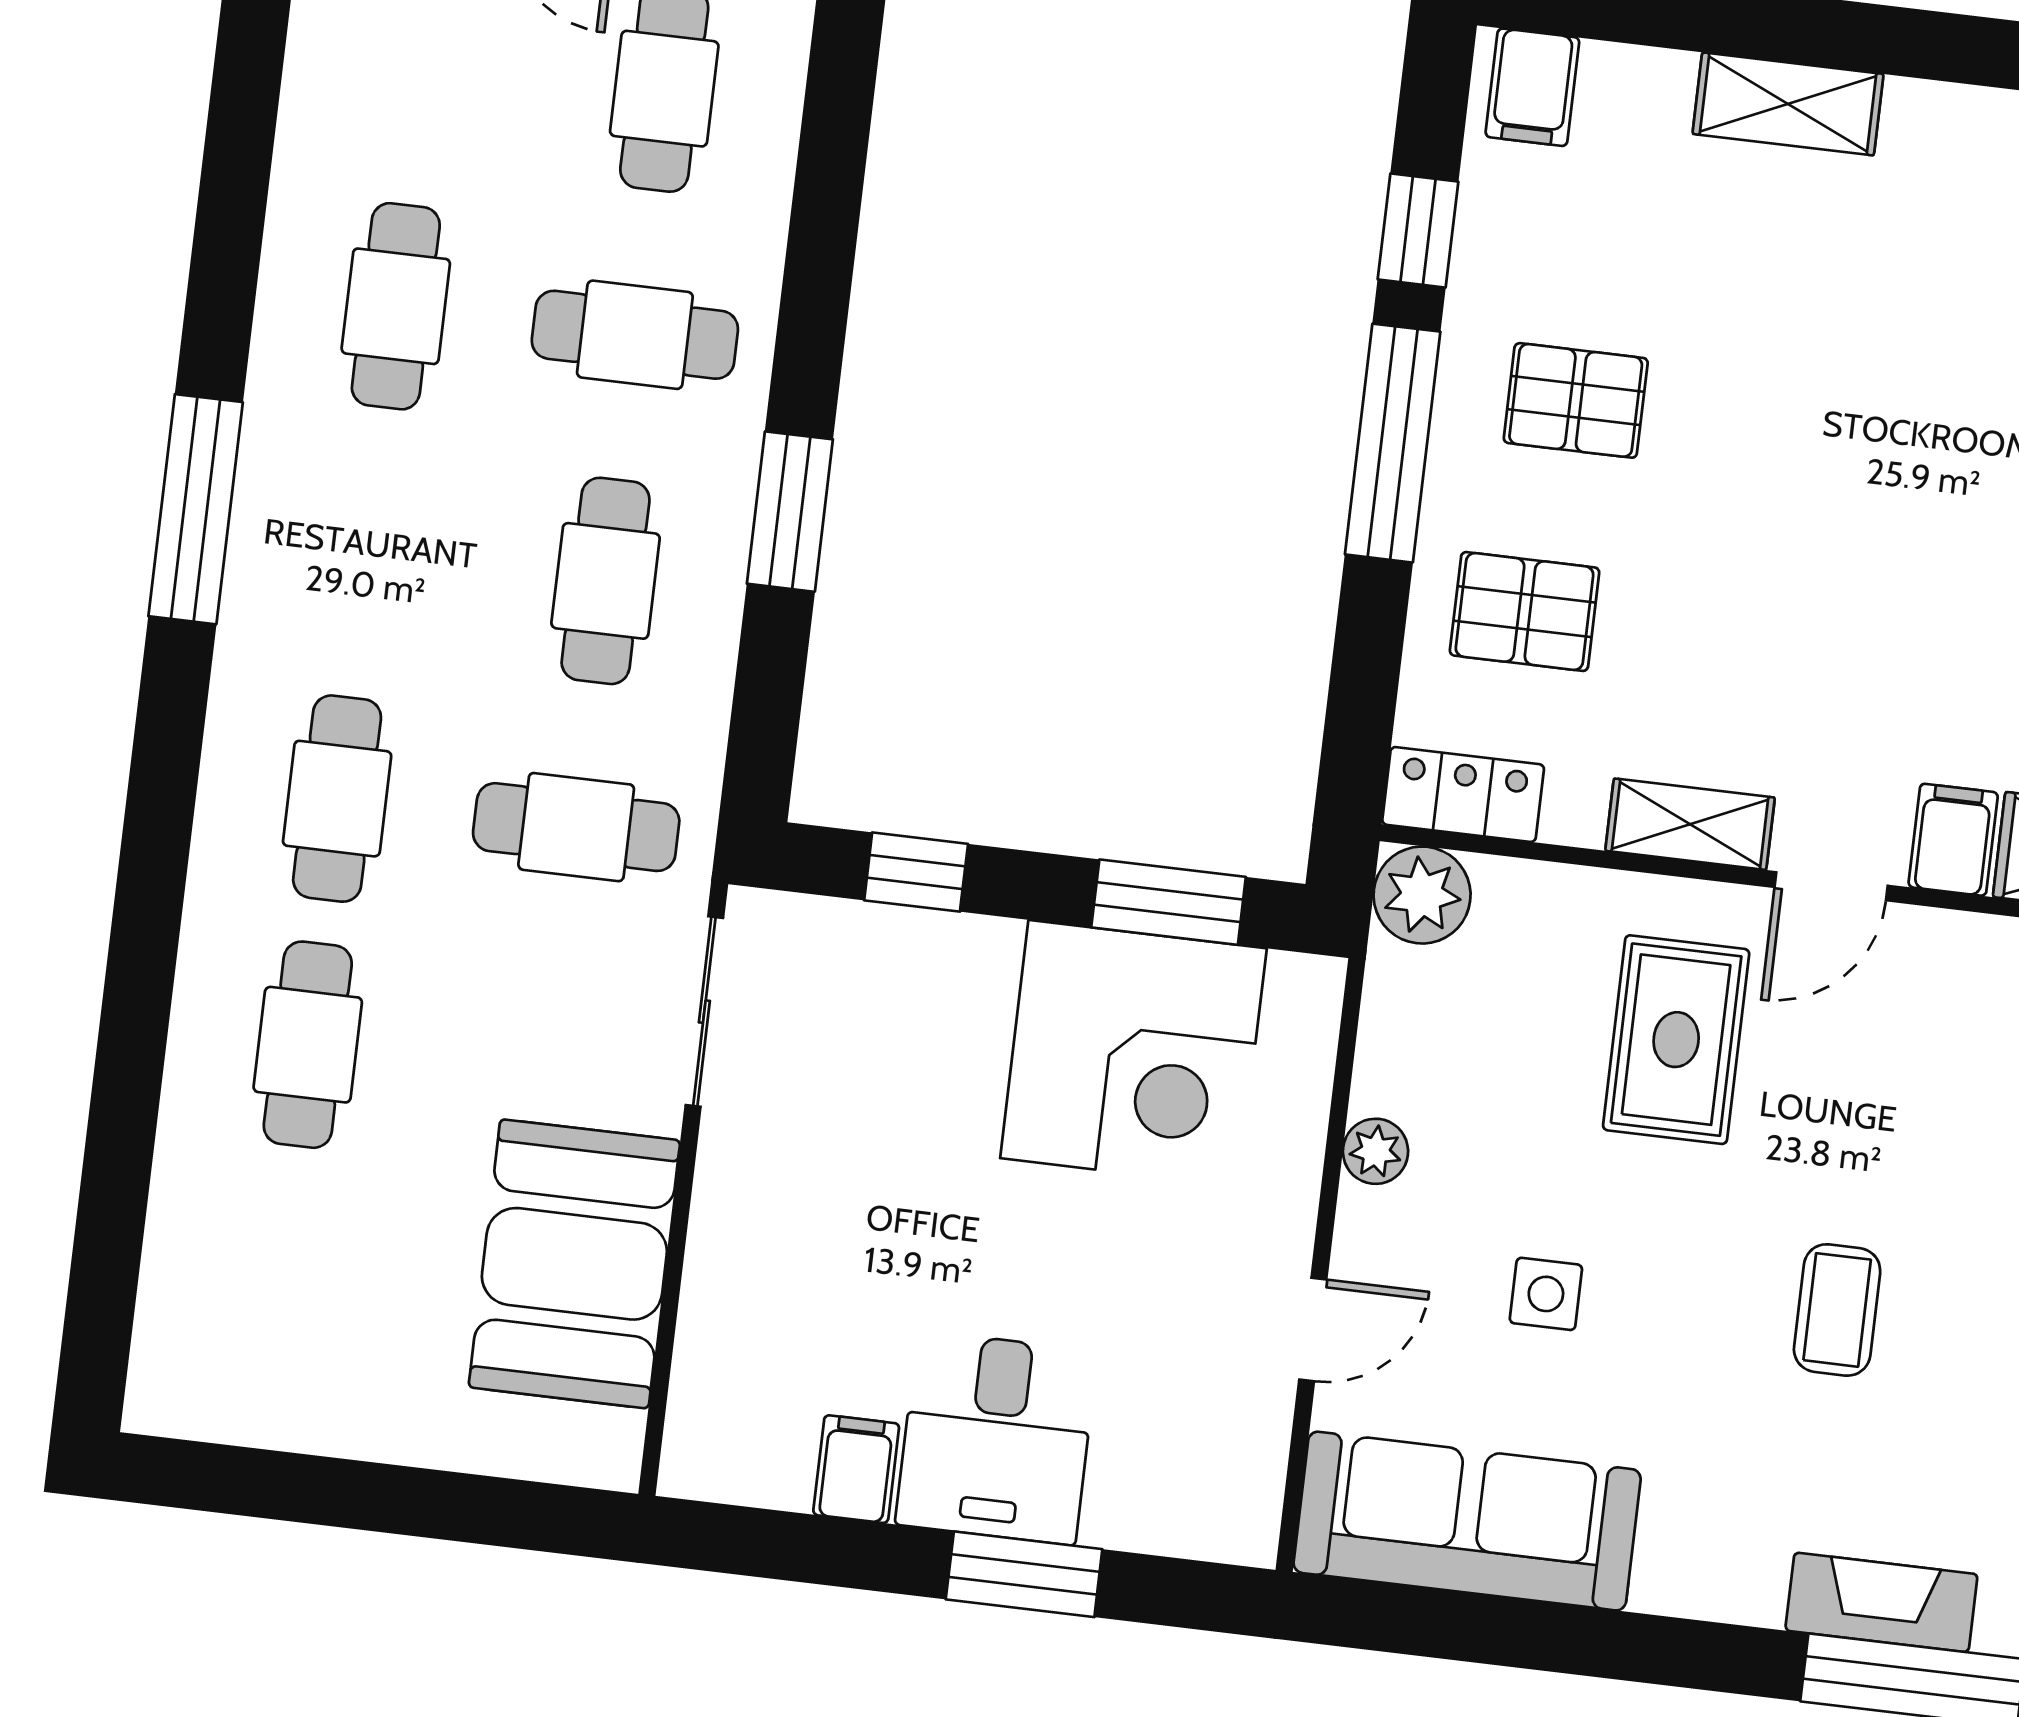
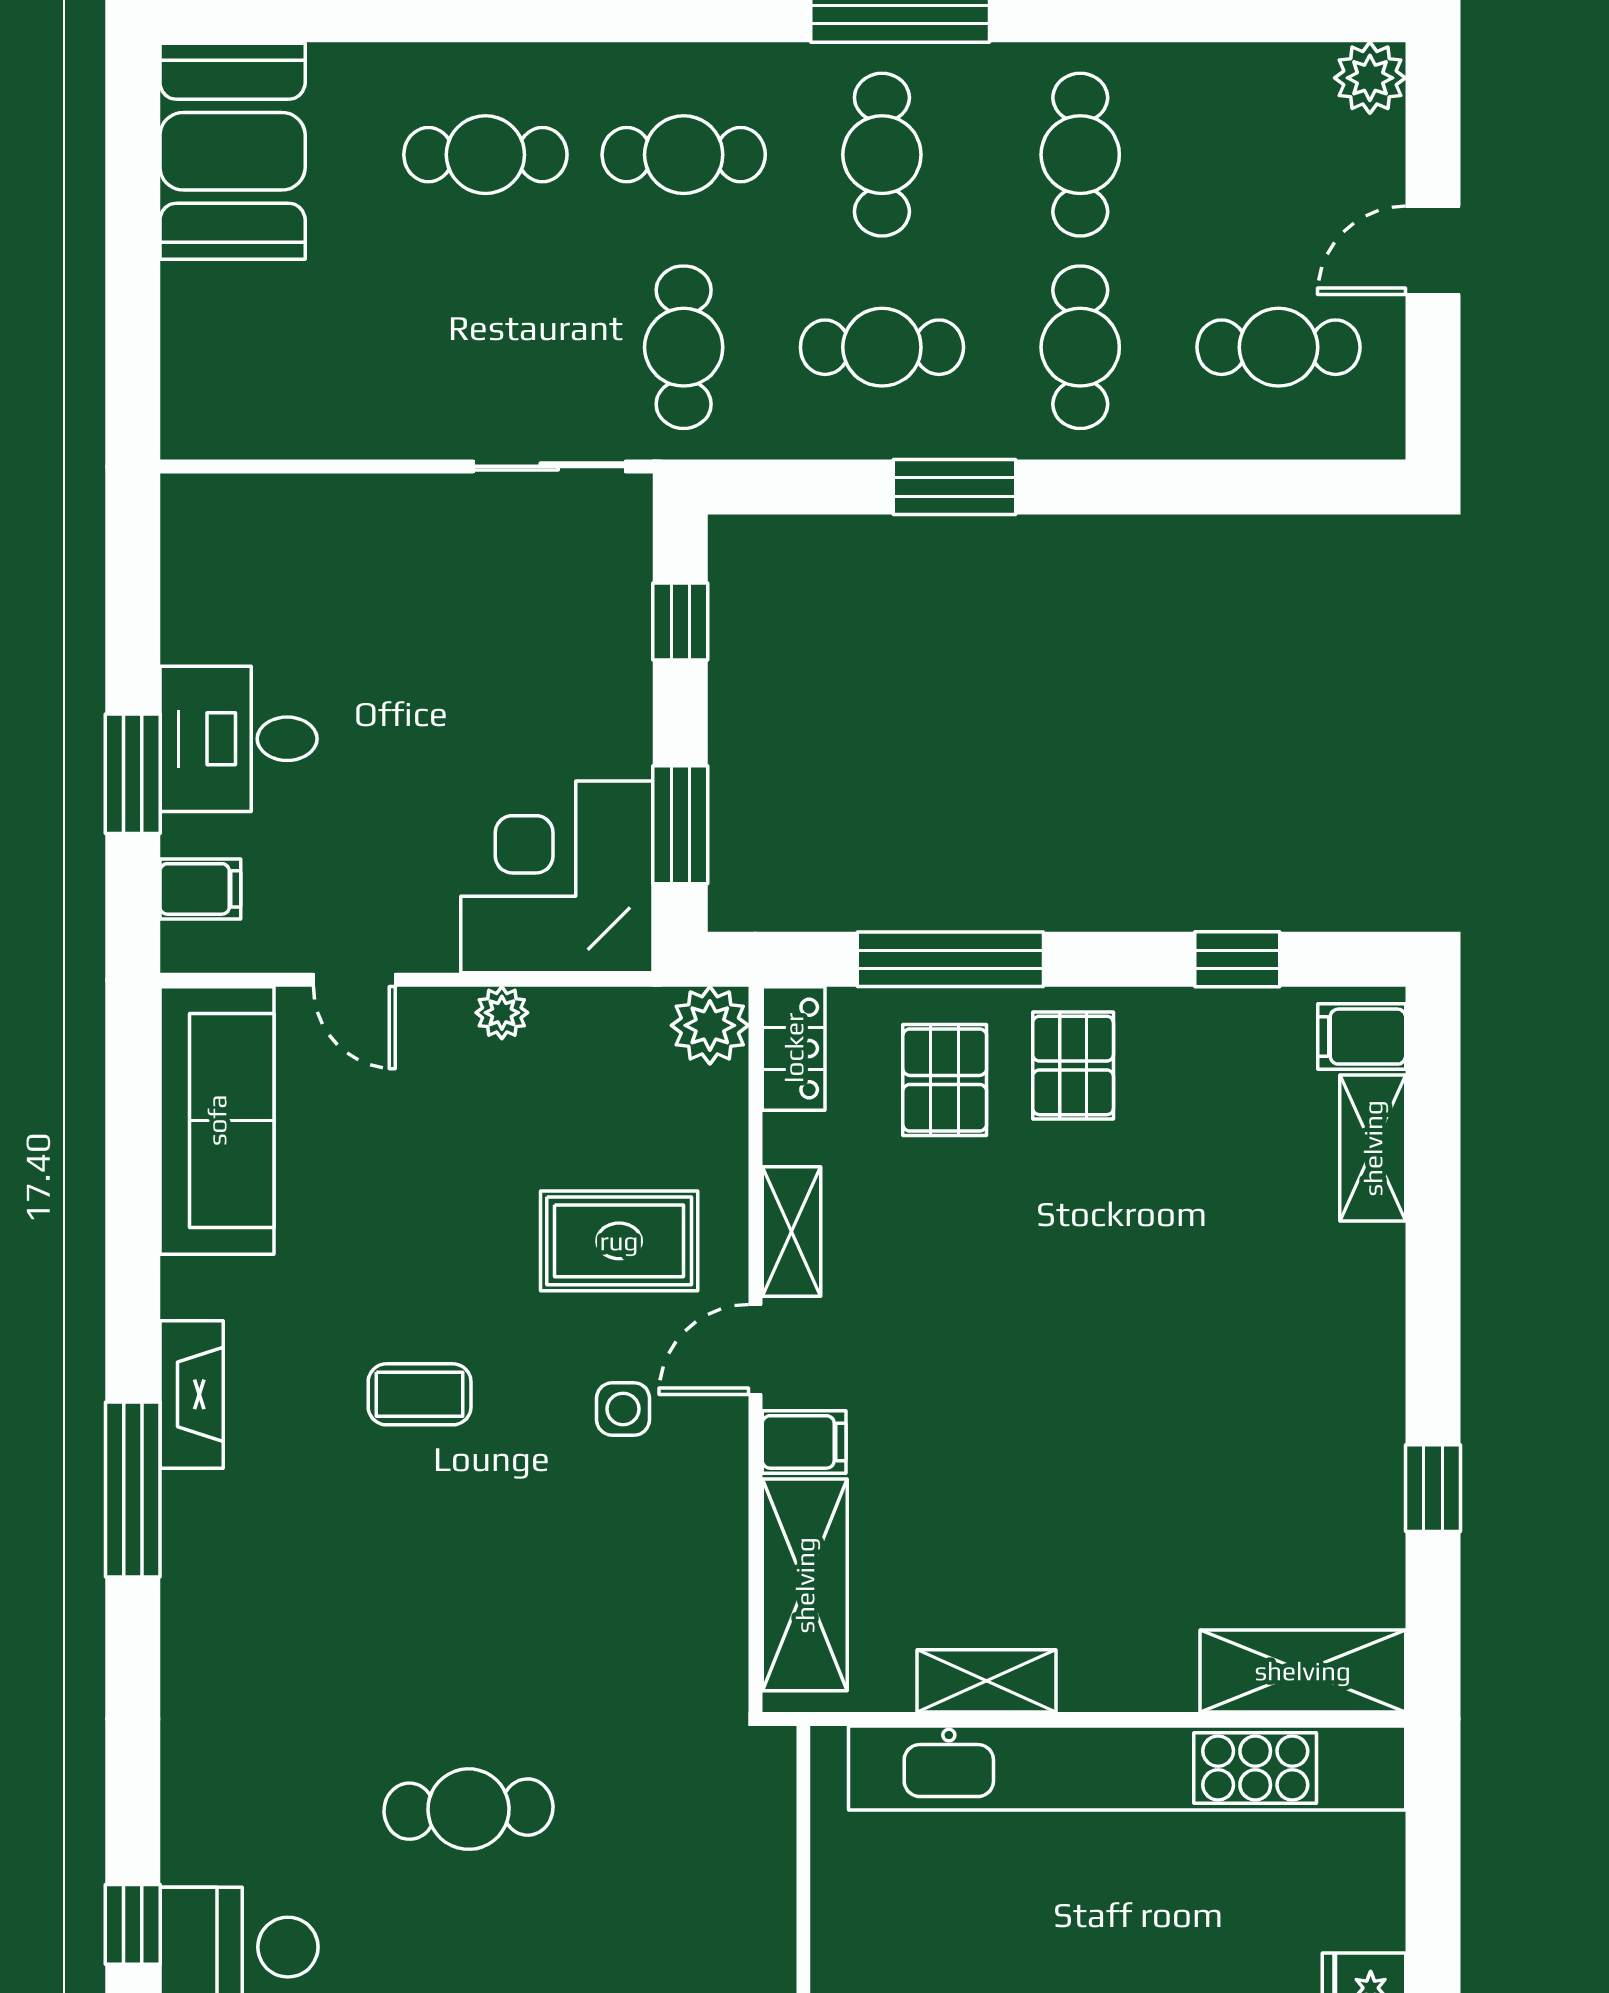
shelving: (1788, 104) -> (1373, 1148), moved
cafe table: (396, 306) -> (1080, 155), turned 90
pallet: (1576, 400) -> (1073, 1065), moved
window: (1393, 443) -> (950, 959), moved
cafe table: (366, 552) -> (882, 155), added
door: (1831, 886) -> (755, 1349), hinge flipped
corner desk: (1133, 1053) -> (557, 877), moved, turned 90
booth: (574, 1264) -> (233, 151), moved, turned 90
side table: (1546, 1294) -> (623, 1409), moved
filing cabinet: (856, 1469) -> (200, 889), moved
fireplace: (1881, 1602) -> (192, 1394), moved

